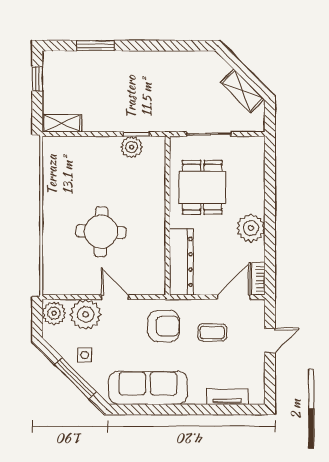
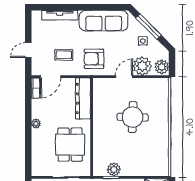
plant: (251, 228) -> (36, 124), width x0.53, depth x0.53
door: (115, 297) -> (124, 77), swing flipped
tv unit: (227, 397) -> (60, 15), width x1.41

